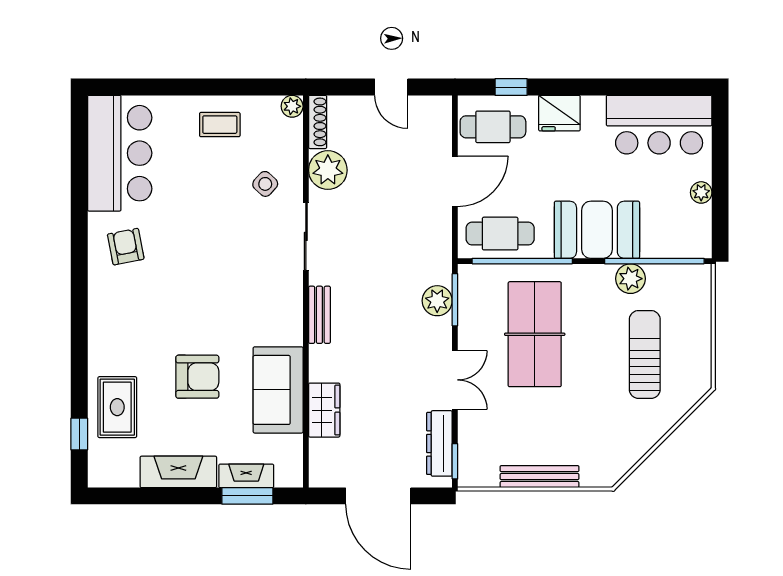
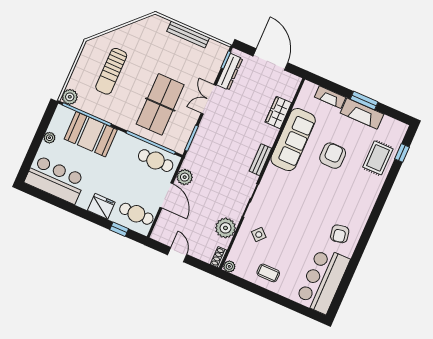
shoe rack: (318, 122) -> (219, 257), width x0.70
door: (455, 181) -> (166, 195), swing flipped
booth: (597, 230) -> (91, 134), moved
plant: (630, 279) -> (70, 97), moved
plant: (437, 301) -> (185, 177), moved
armchair: (197, 377) -> (333, 156), turned 90
sofa: (278, 390) -> (293, 140), width x1.36
window: (247, 496) -> (364, 101), moved

